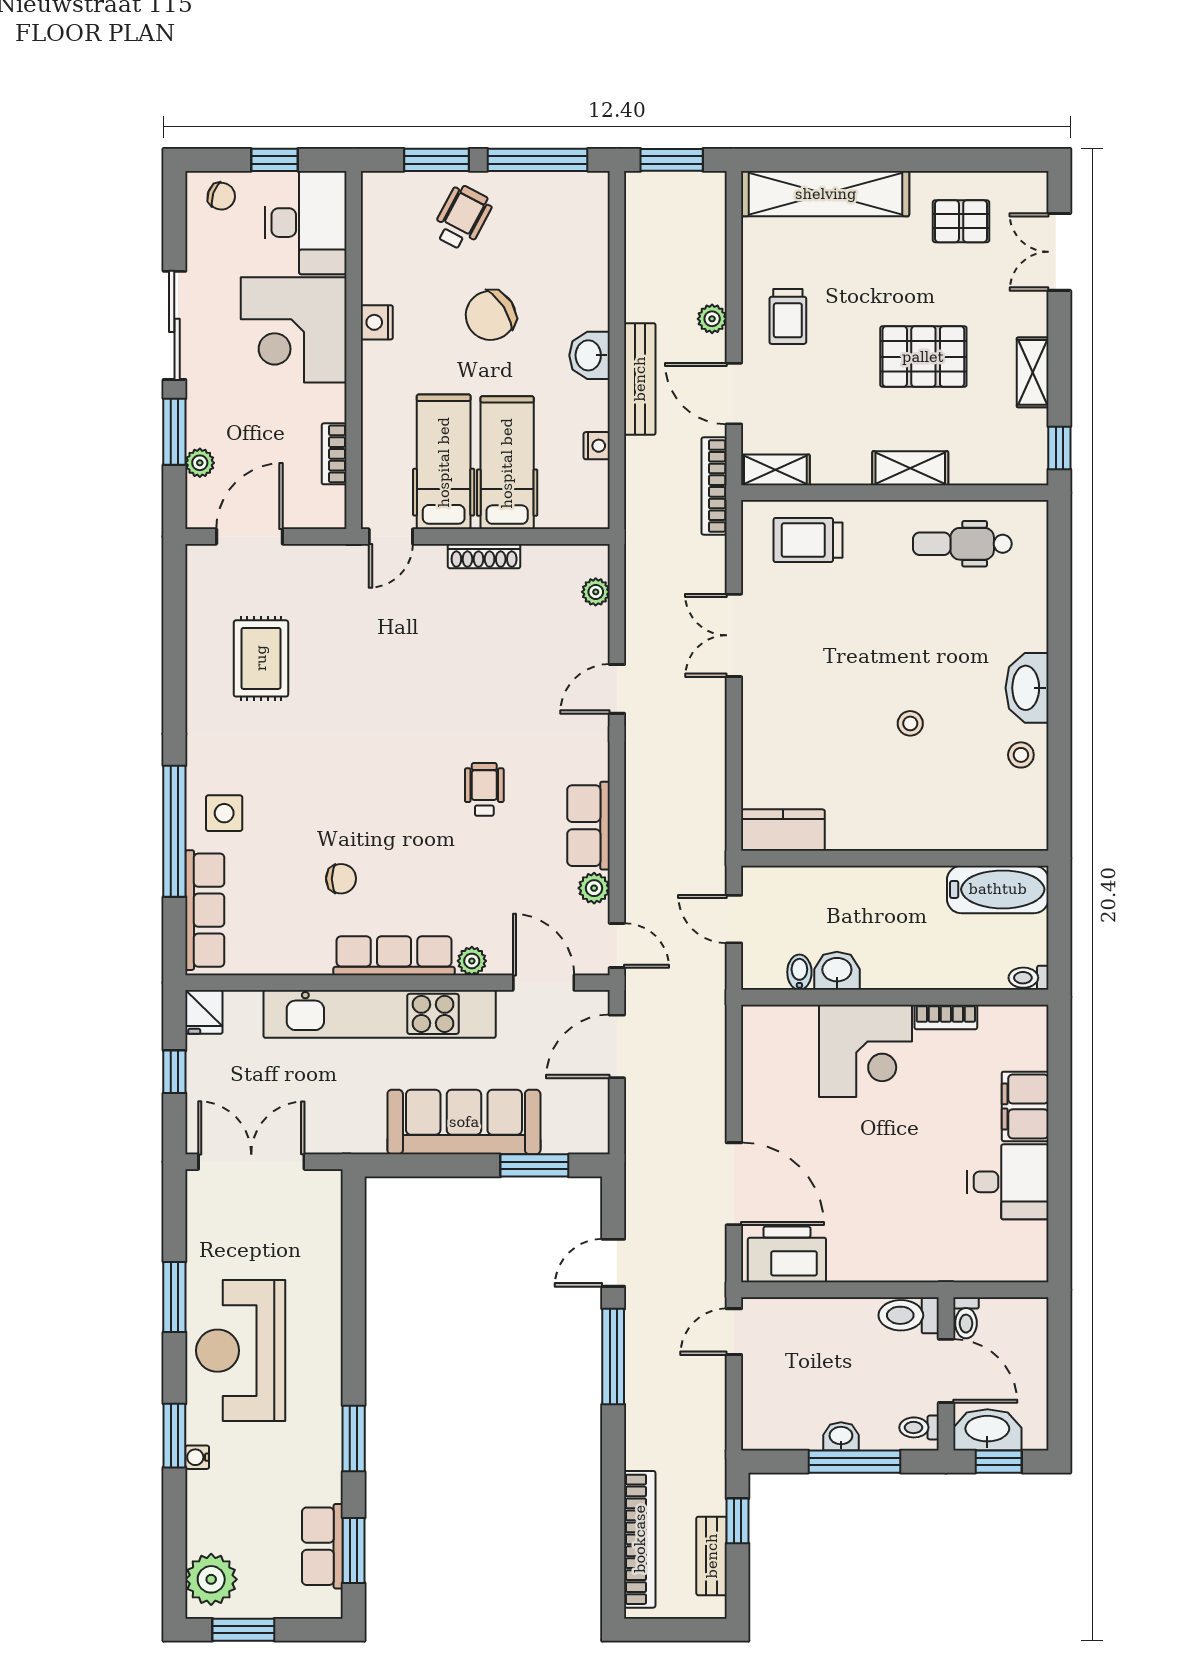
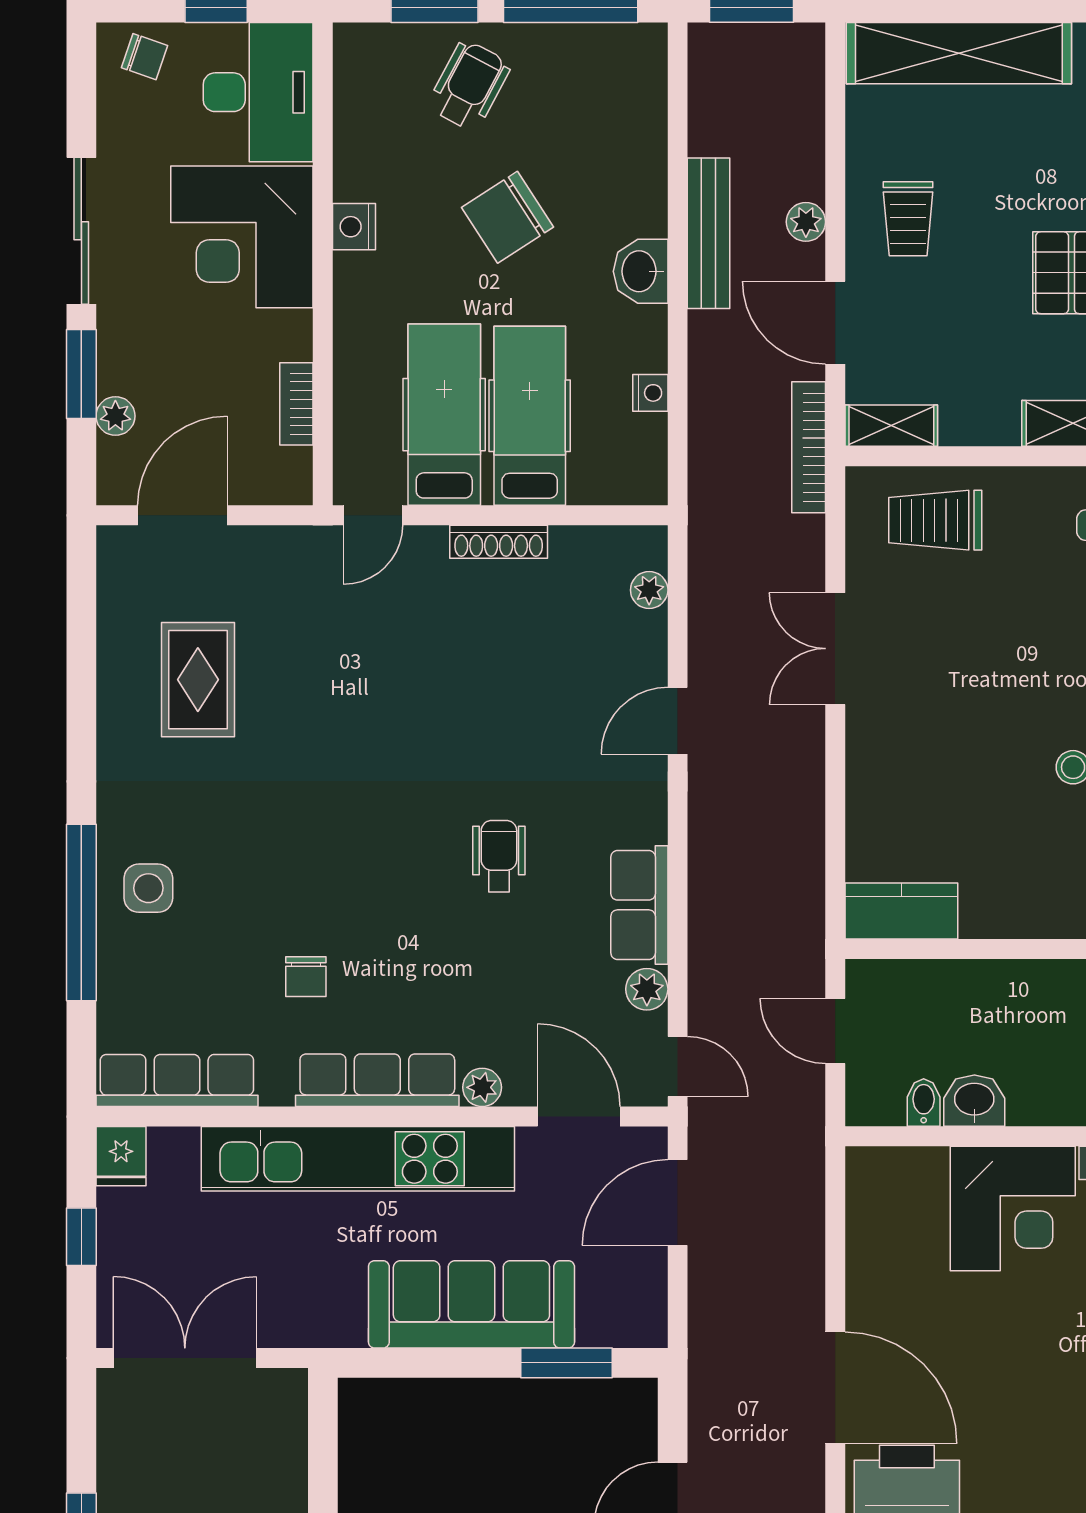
bench: (640, 379) -> (709, 233), moved
chair: (341, 879) -> (306, 977), turned 90
row of seats: (205, 910) -> (177, 1081), moved, turned -90

